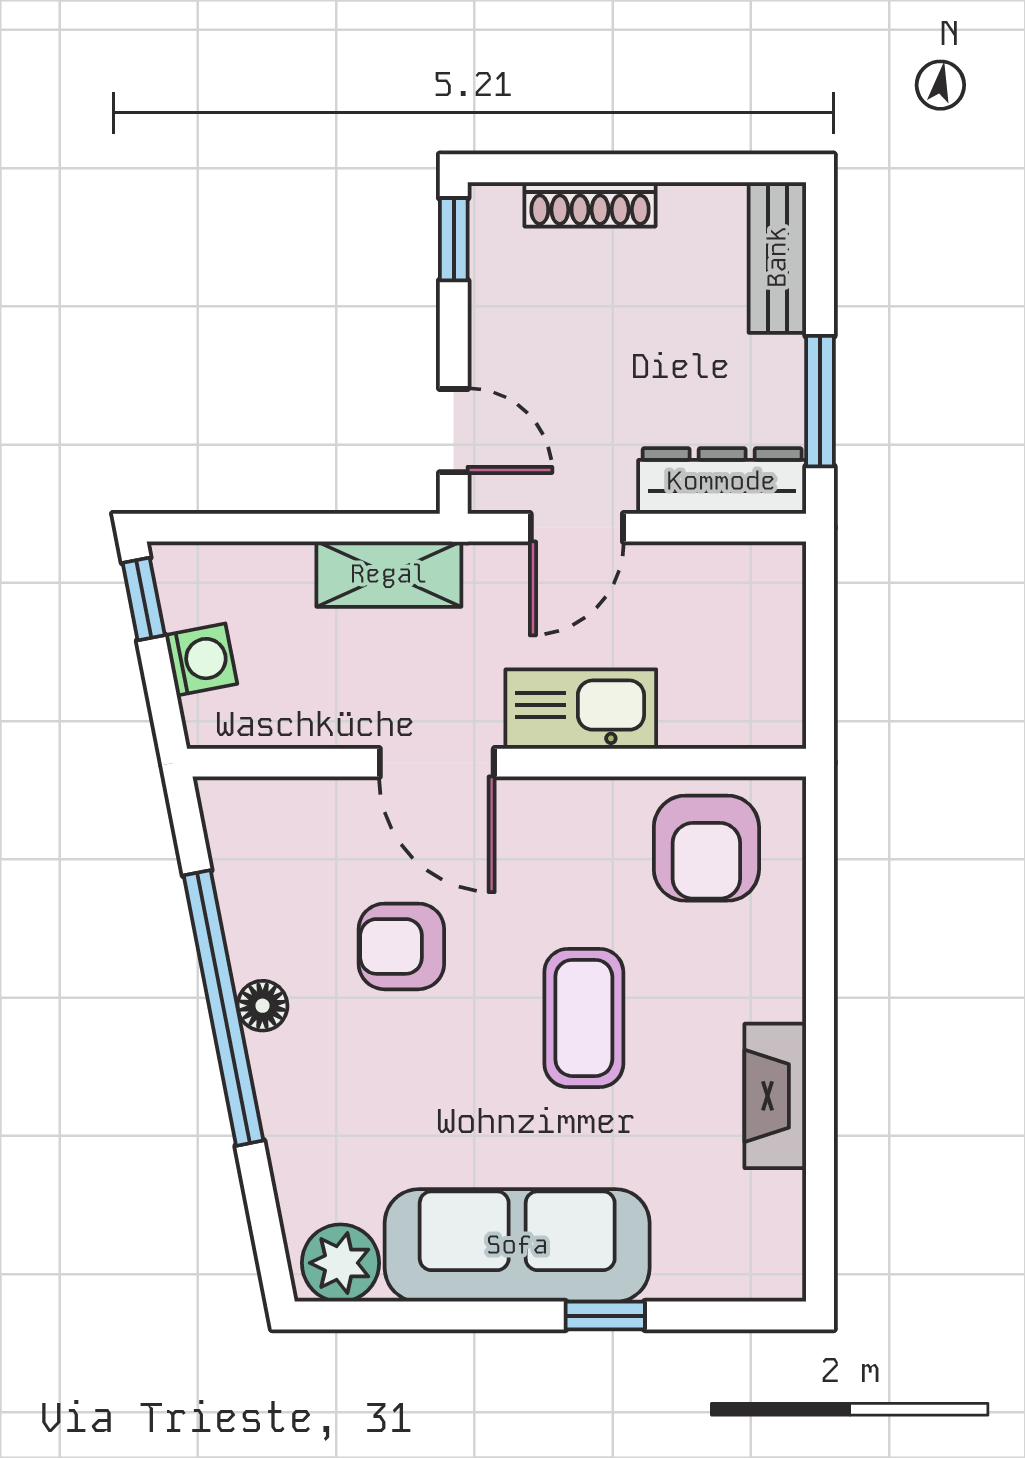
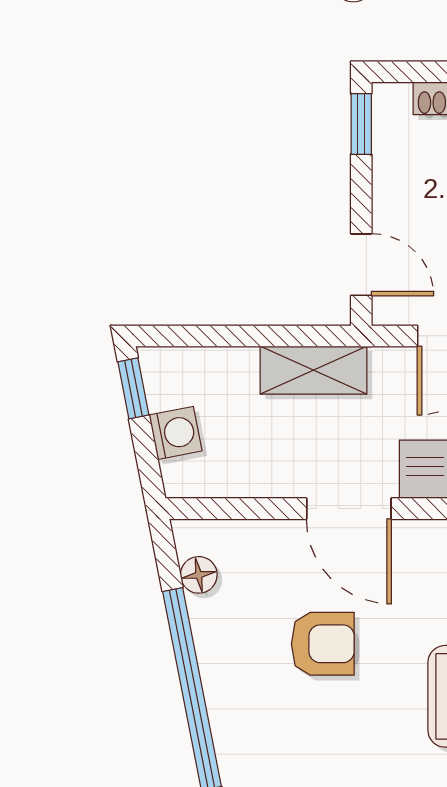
armchair: (401, 946) -> (323, 644), turned 180
floor lamp: (263, 1006) -> (199, 575), moved

